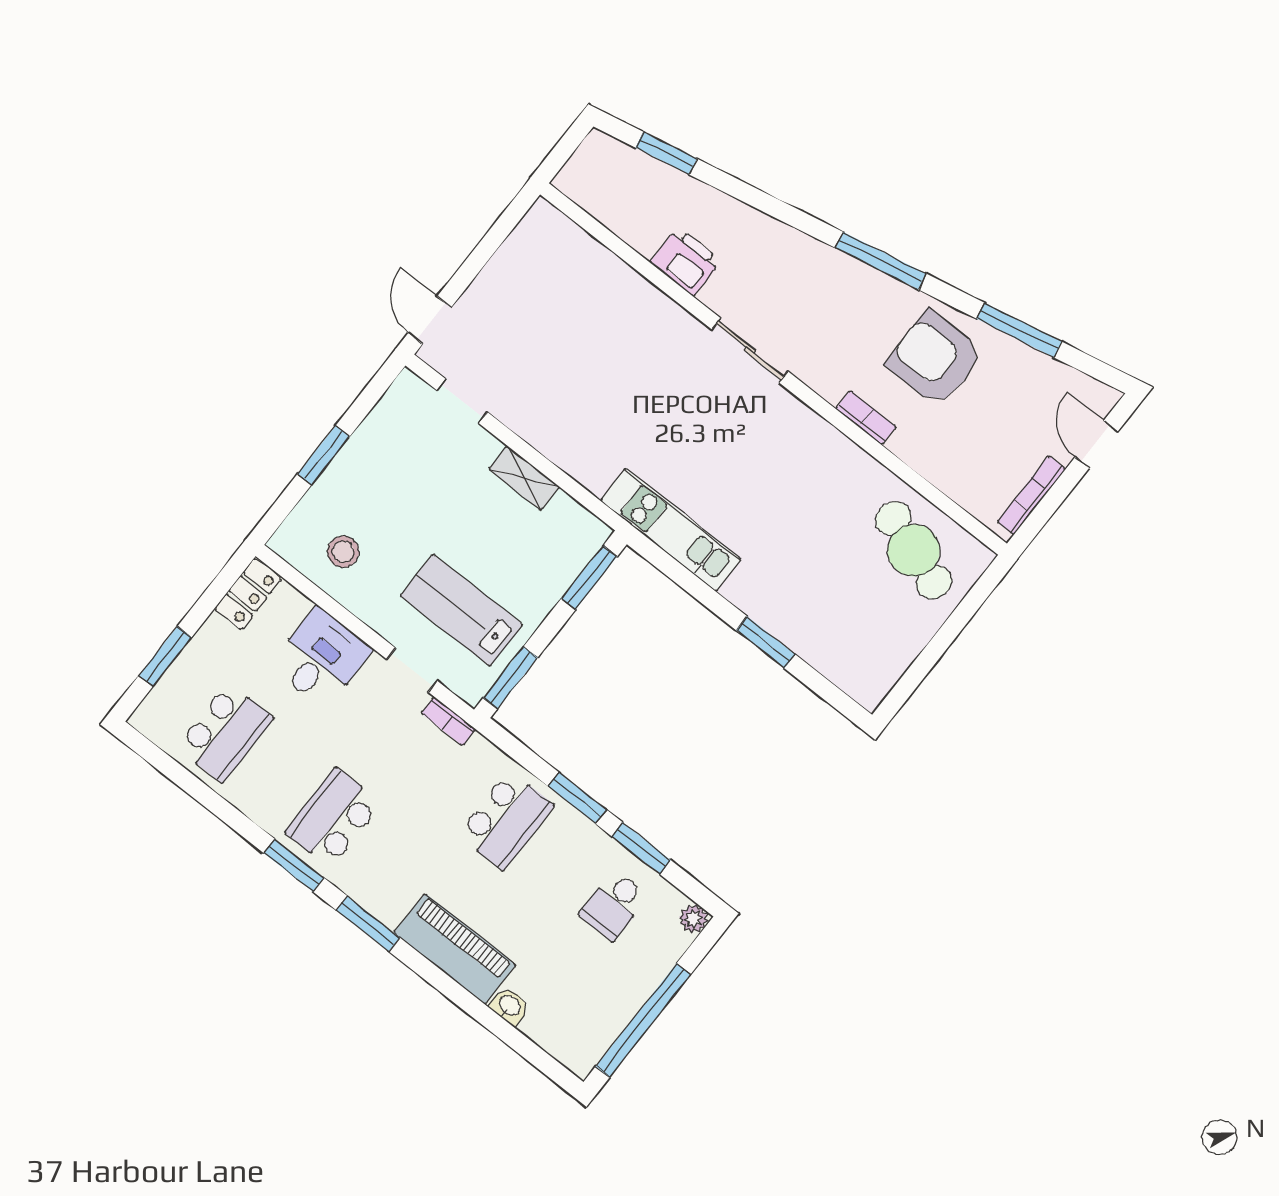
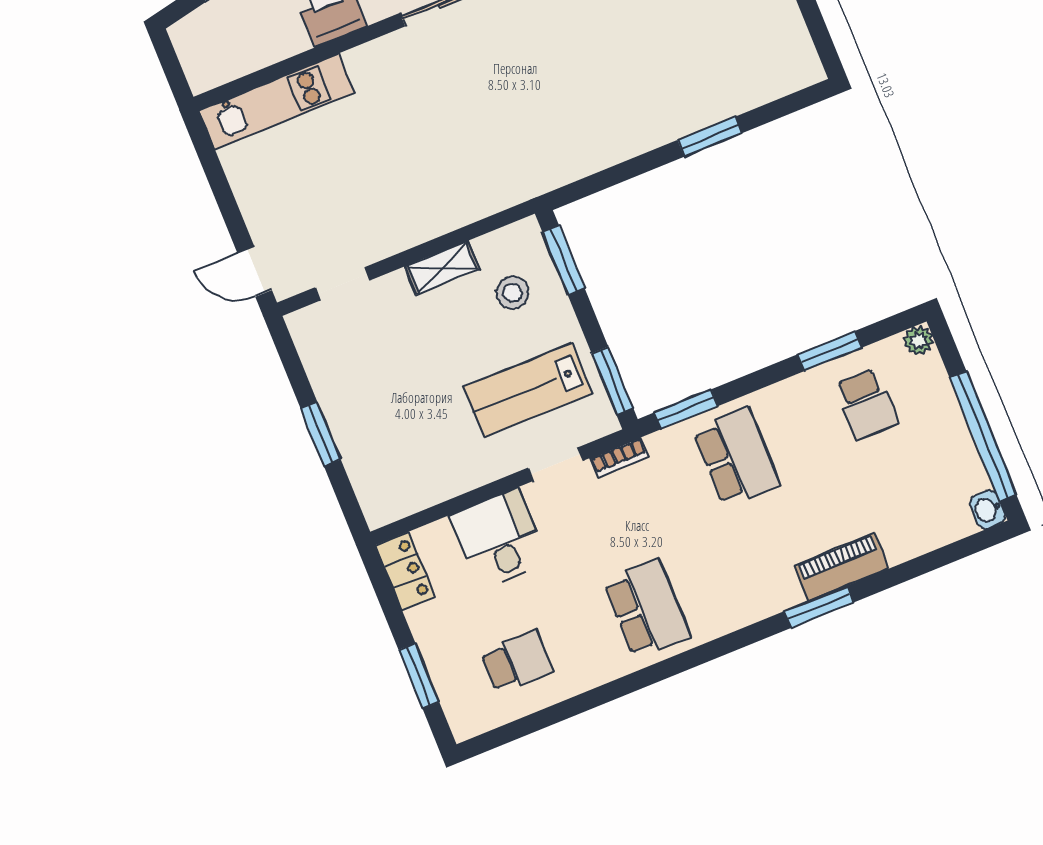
kitchen unit: (671, 530) -> (277, 101), moved, turned 180
stool: (343, 552) -> (512, 293), moved
school desk: (225, 733) -> (517, 661), width x0.54
window: (577, 798) -> (686, 409), moved
school desk: (333, 818) -> (647, 609), turned 180
window: (294, 865) -> (669, 668), removed
window: (368, 924) -> (819, 607), moved
piano: (455, 949) -> (842, 567), width x0.73, depth x0.75
washbasin: (509, 1006) -> (988, 509), moved, turned -90

